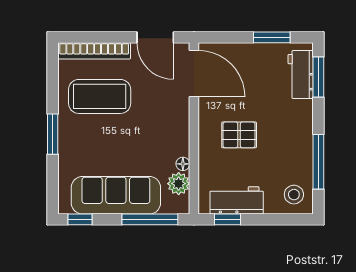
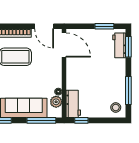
pallet: (239, 135) -> (87, 77), removed
workbench: (237, 200) -> (73, 104), moved, turned 90

